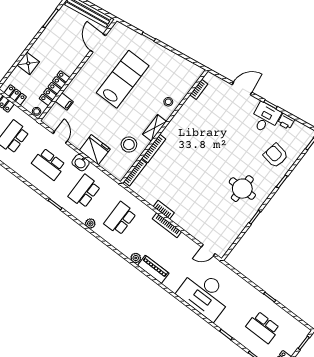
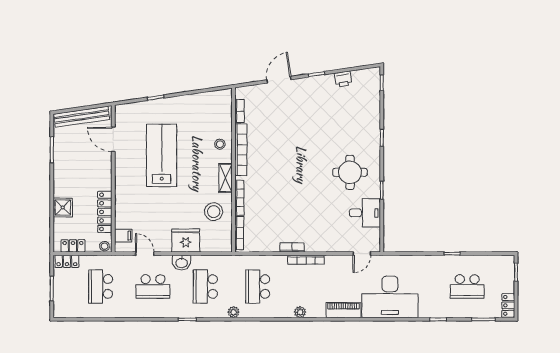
filing cabinet: (64, 102) -> (123, 236), moved
bookcase: (180, 116) -> (241, 150), added
desk: (265, 118) -> (365, 213), moved, turned 98
armchair: (276, 156) -> (358, 118), removed
piano: (153, 269) -> (343, 310), moved

